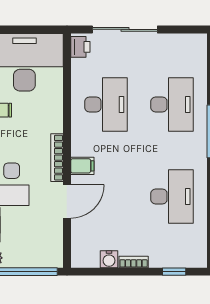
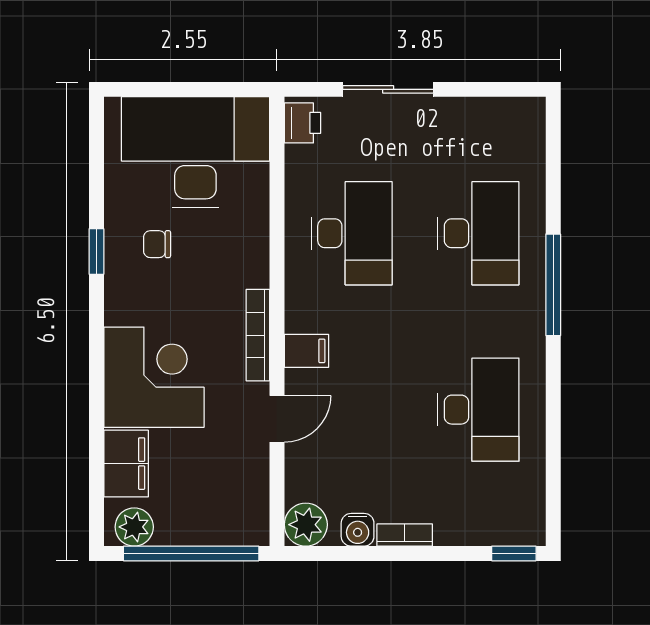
sliding door: (125, 29) -> (388, 89), width x0.73
door: (67, 201) -> (277, 419), width x0.73
plant: (82, 257) -> (306, 525), added
window: (174, 272) -> (514, 553), moved

